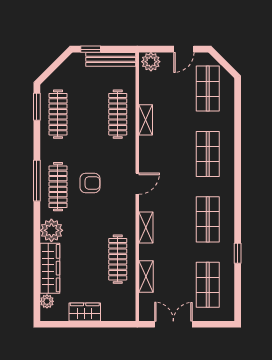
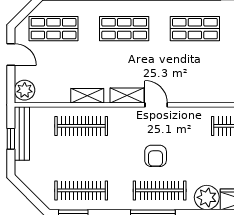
window: (91, 49) -> (11, 139), moved
armchair: (90, 183) -> (156, 156), turned 180
shelving: (146, 227) -> (127, 96), moved

